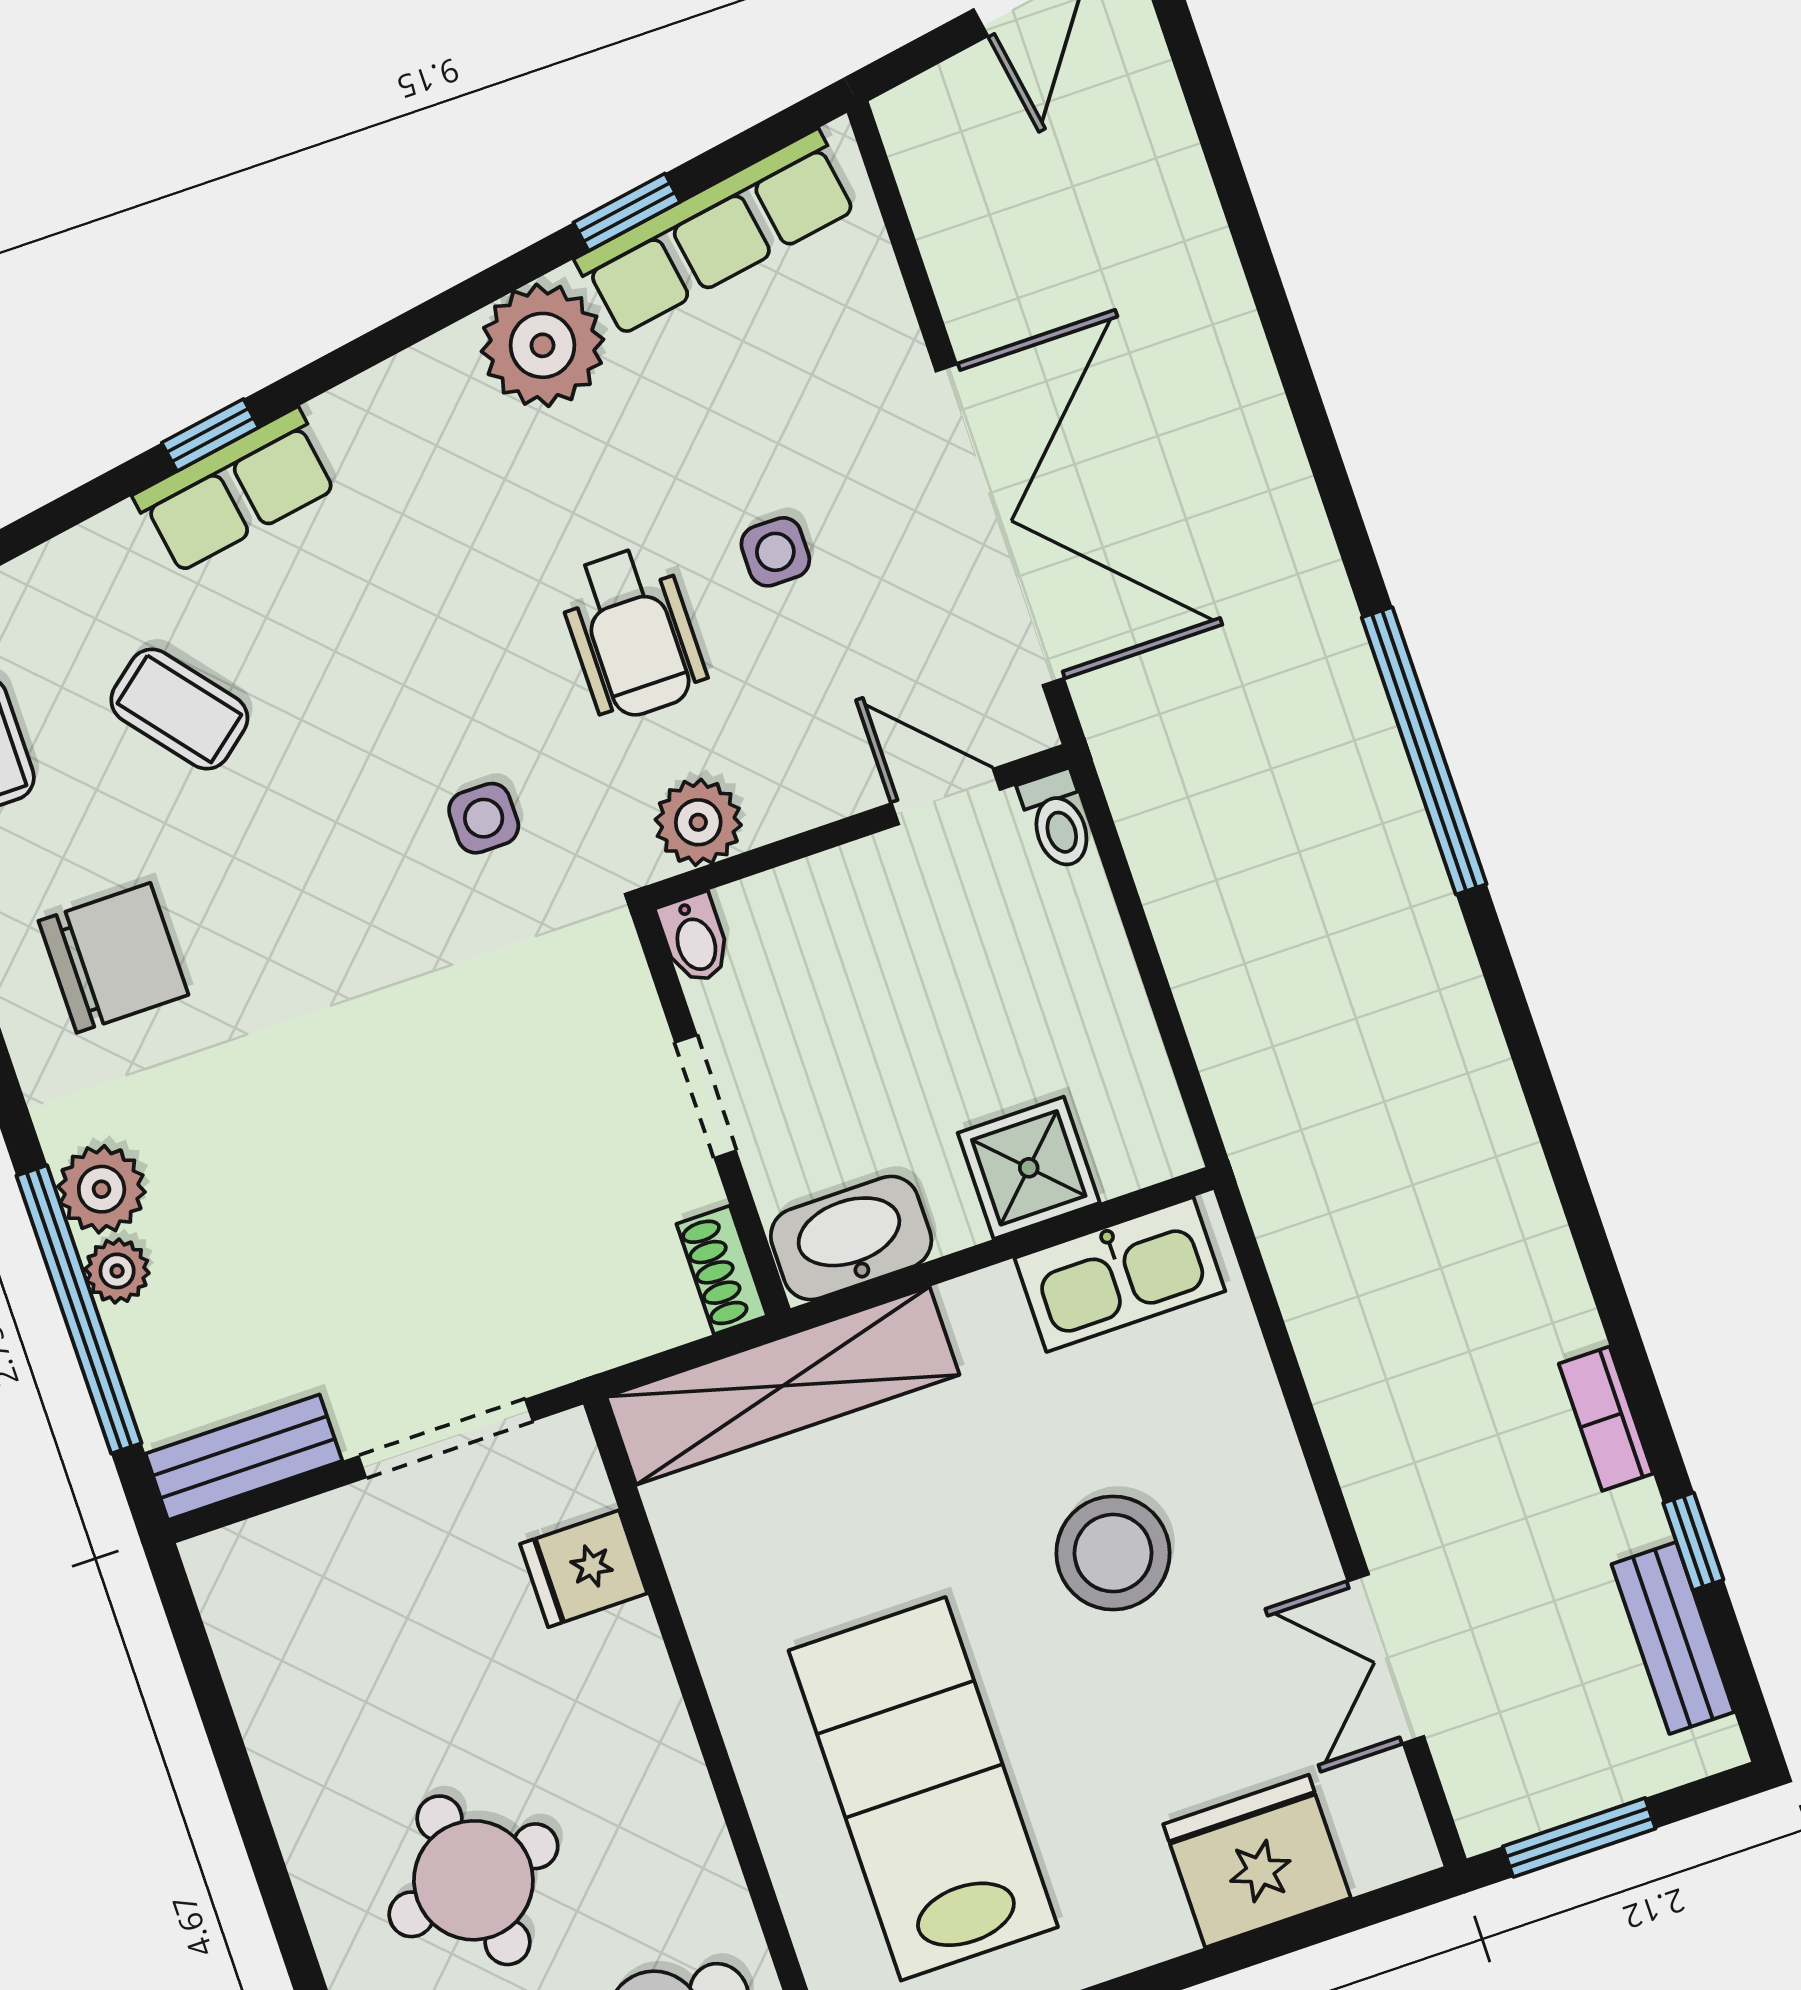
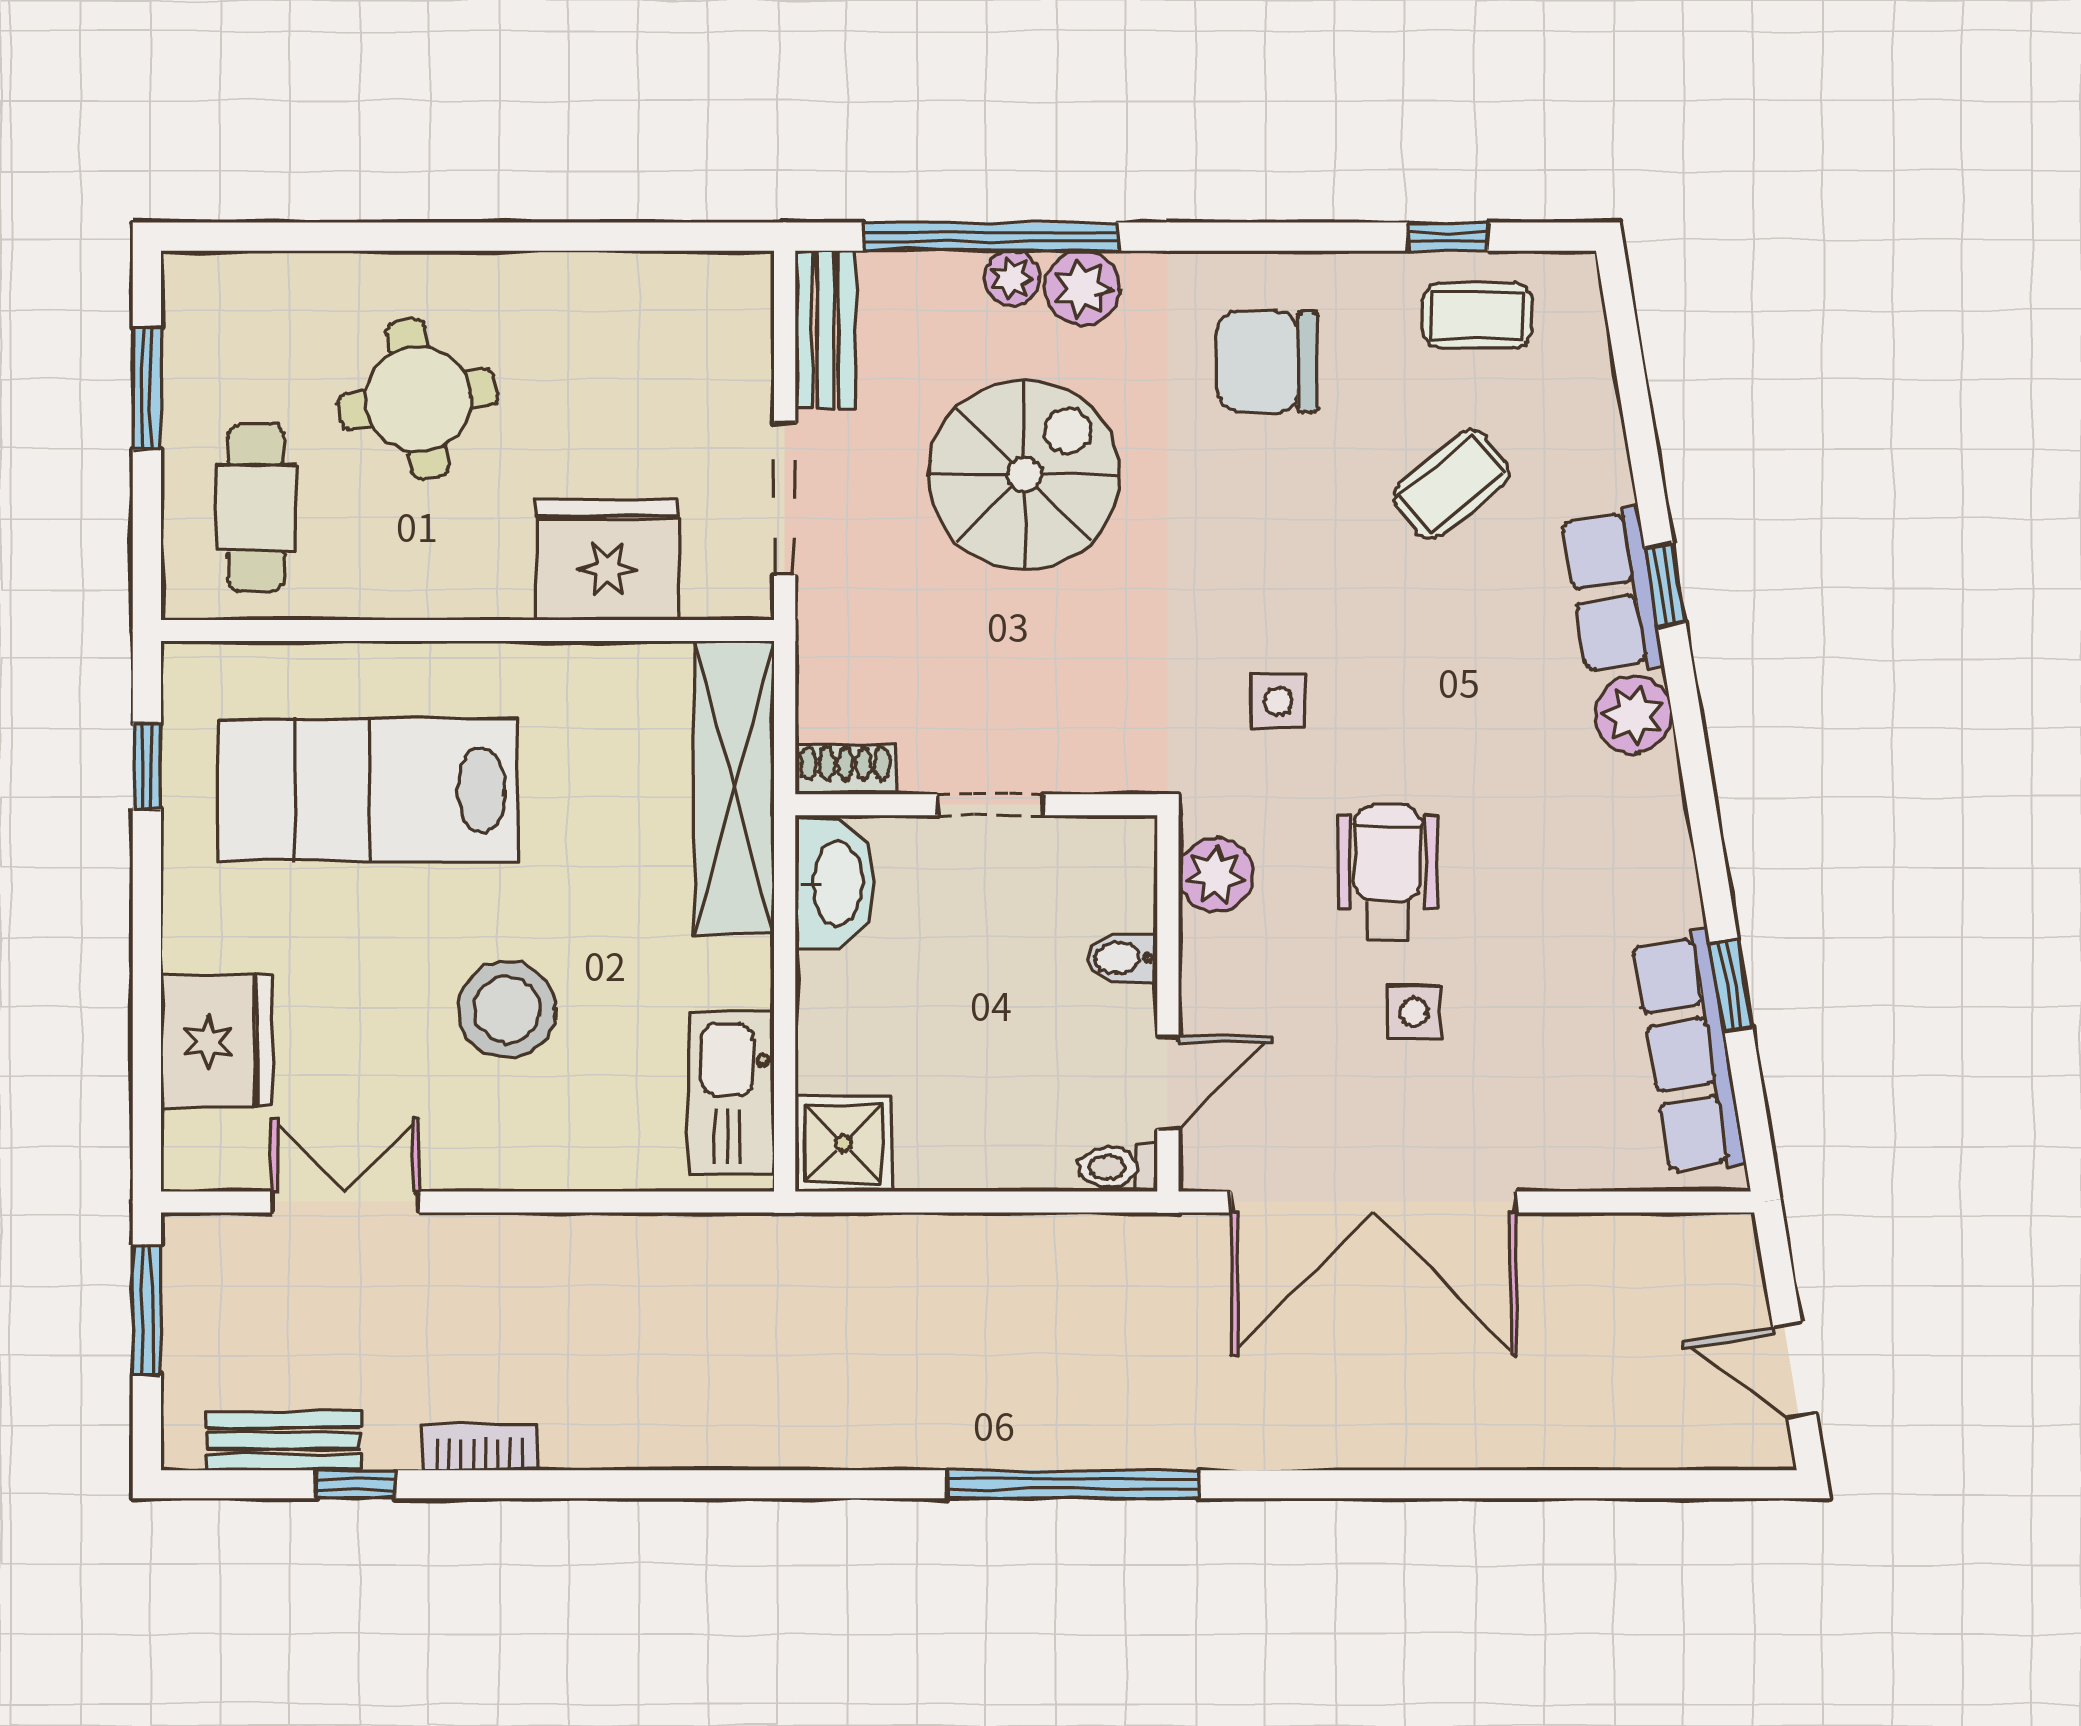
plant: (542, 345) -> (1633, 715), moved, width x0.73, depth x0.73
wheelchair: (632, 633) -> (1388, 873), turned 90
bidet: (695, 939) -> (1122, 958), moved
chair: (113, 958) -> (1267, 362), turned 90
shower: (1029, 1168) -> (843, 1143), moved
spiral stairs: (329, 1183) -> (1024, 475), added
fridge: (584, 1569) -> (607, 560), width x1.88, depth x1.34
lab bench: (923, 1789) -> (368, 790), turned 180

